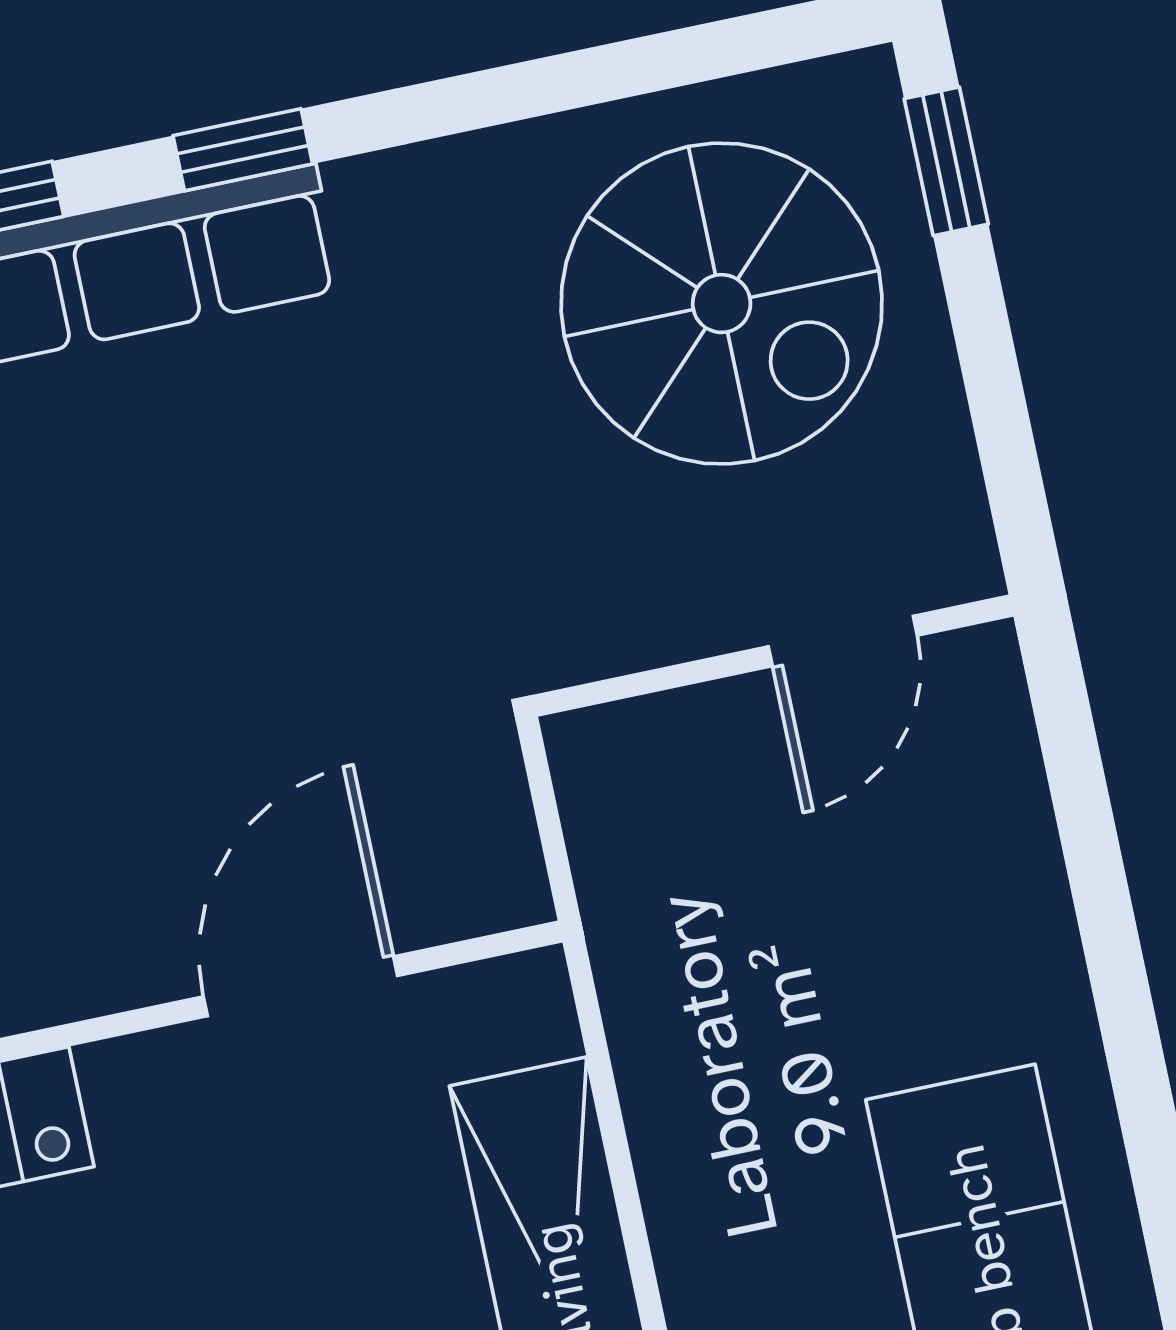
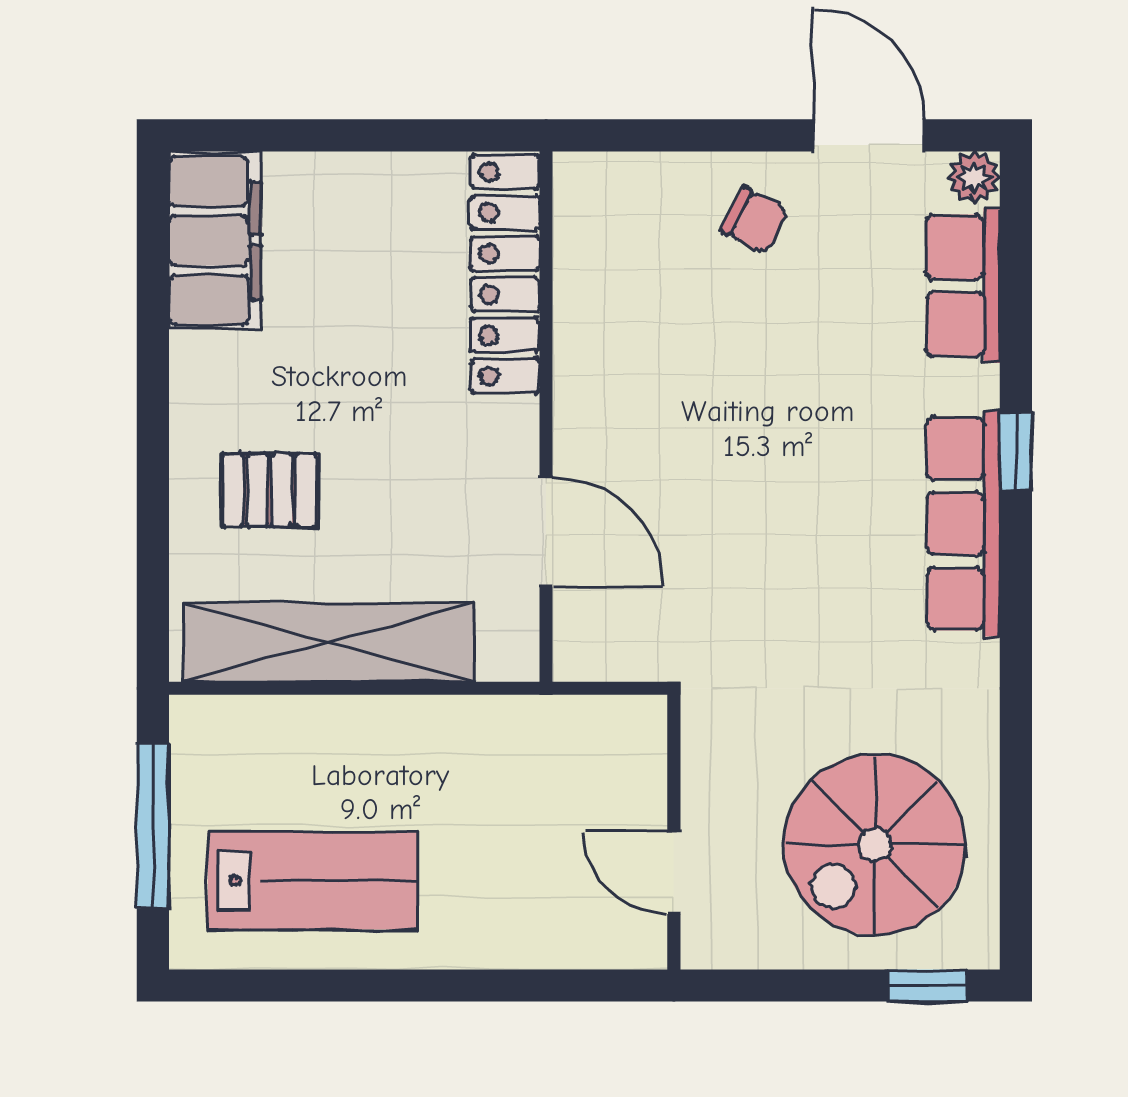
window: (243, 150) -> (1016, 597), removed

